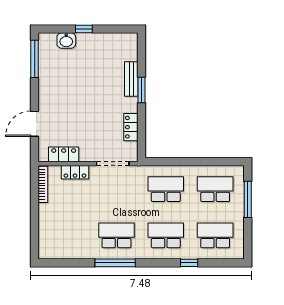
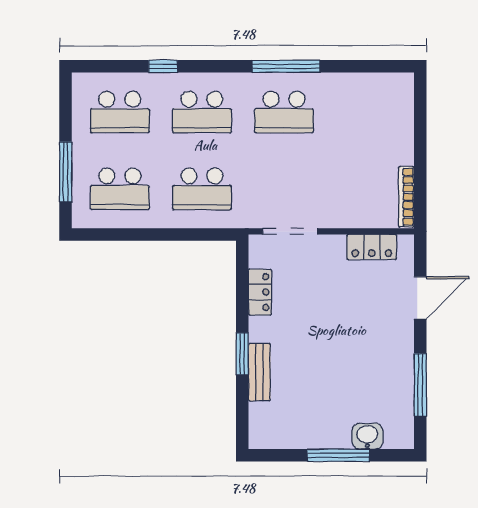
window: (84, 29) -> (338, 455), width x2.17
window: (35, 59) -> (420, 385), moved
locker: (75, 172) -> (353, 217), removed

